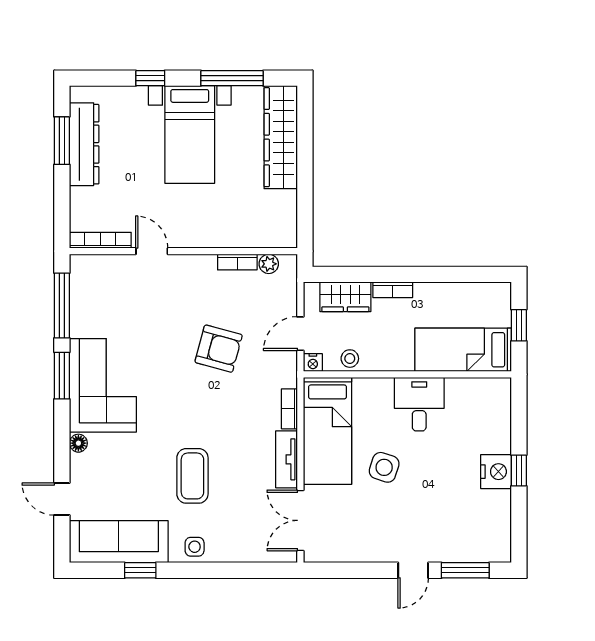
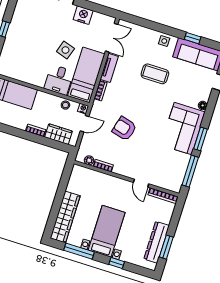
desk: (419, 404) -> (59, 80), moved
nightstand: (496, 472) -> (83, 15), moved, turned 90
coffee table: (192, 476) -> (155, 74), turned 90

